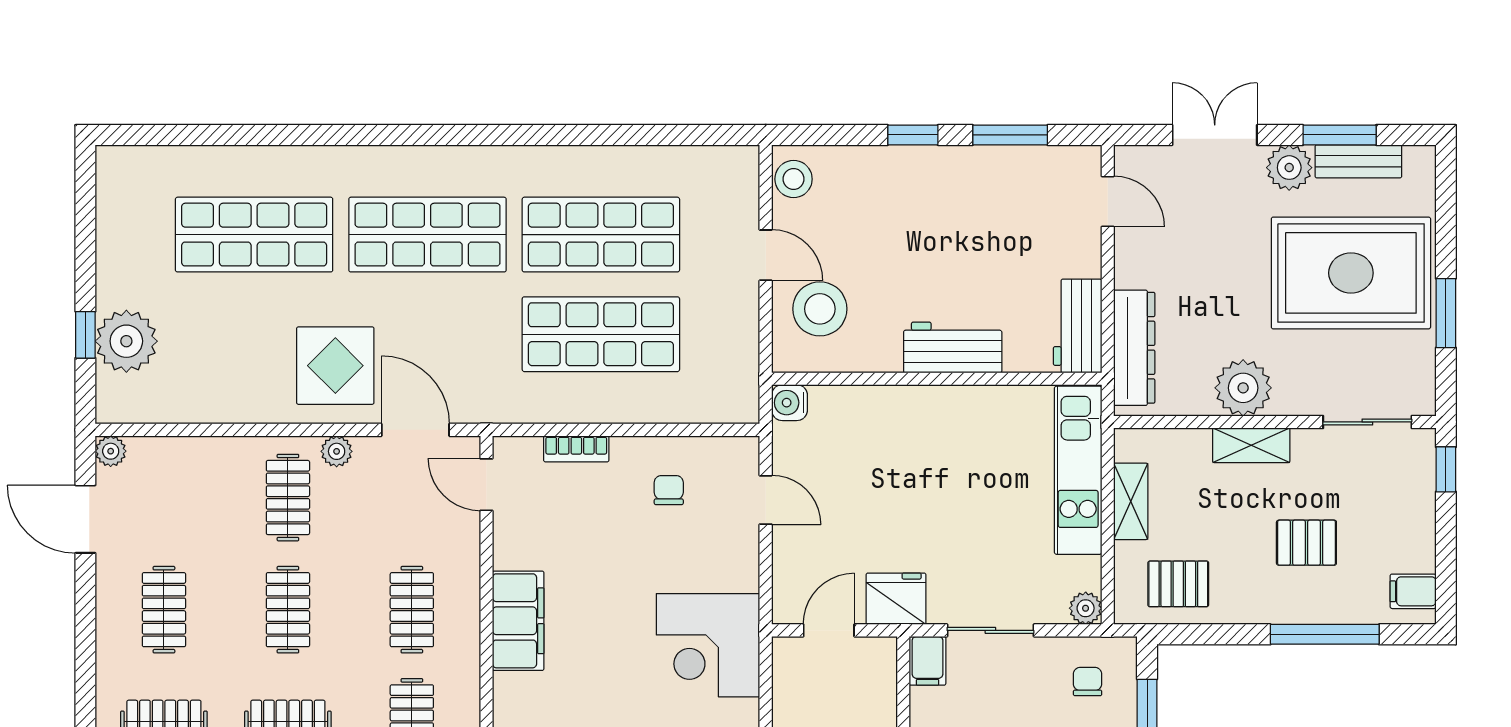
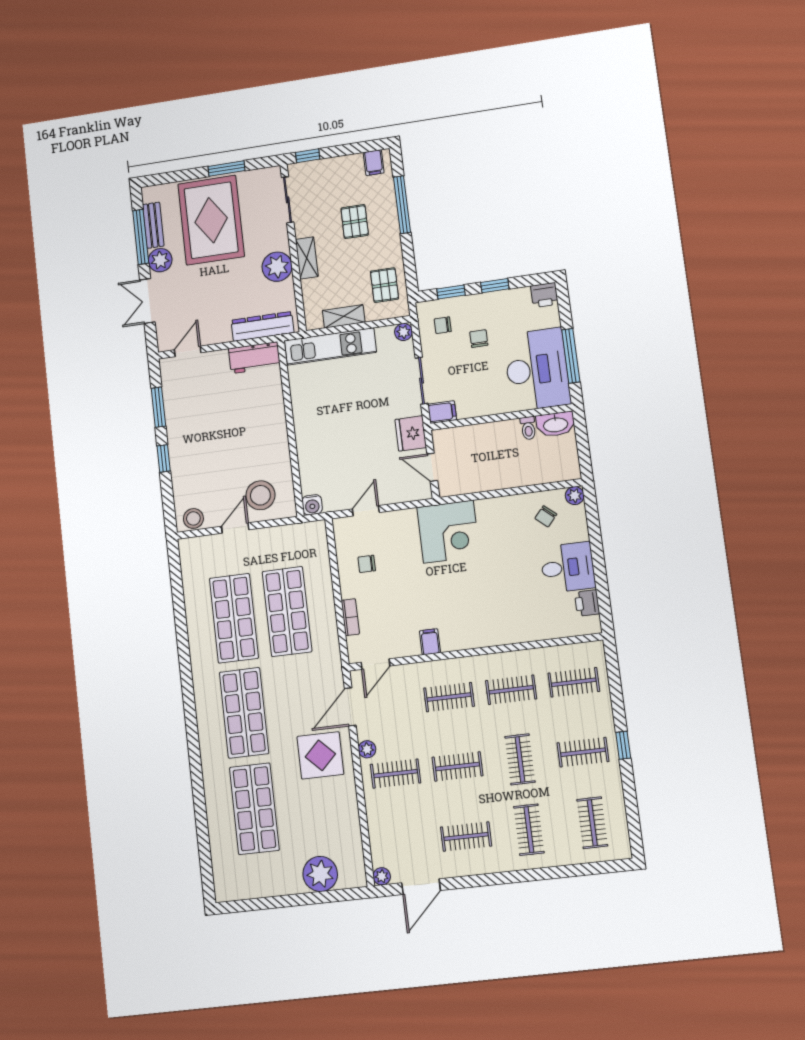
window: (1340, 135) -> (141, 237), width x1.44
window: (85, 335) -> (319, 897), removed
workbench: (953, 347) -> (273, 422), removed
filing cabinet: (518, 621) -> (430, 642), width x0.33, depth x0.86

